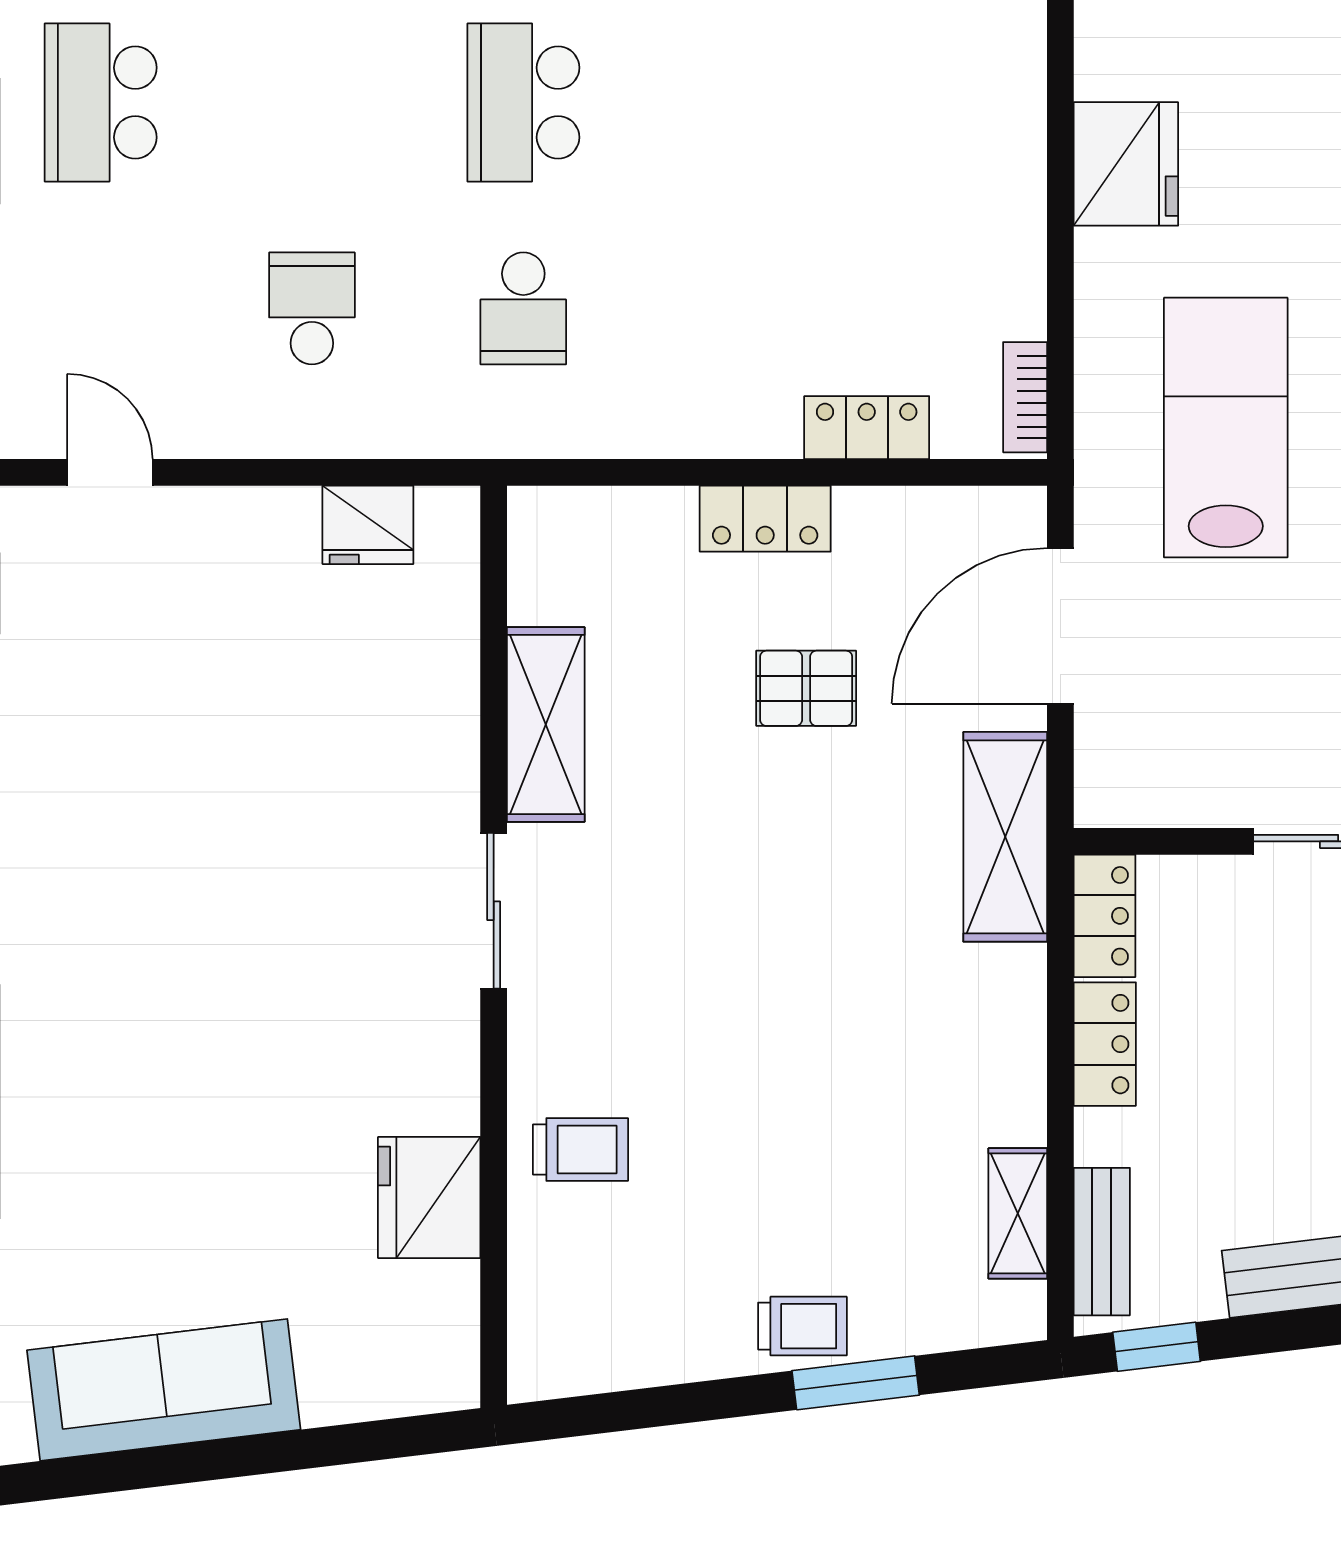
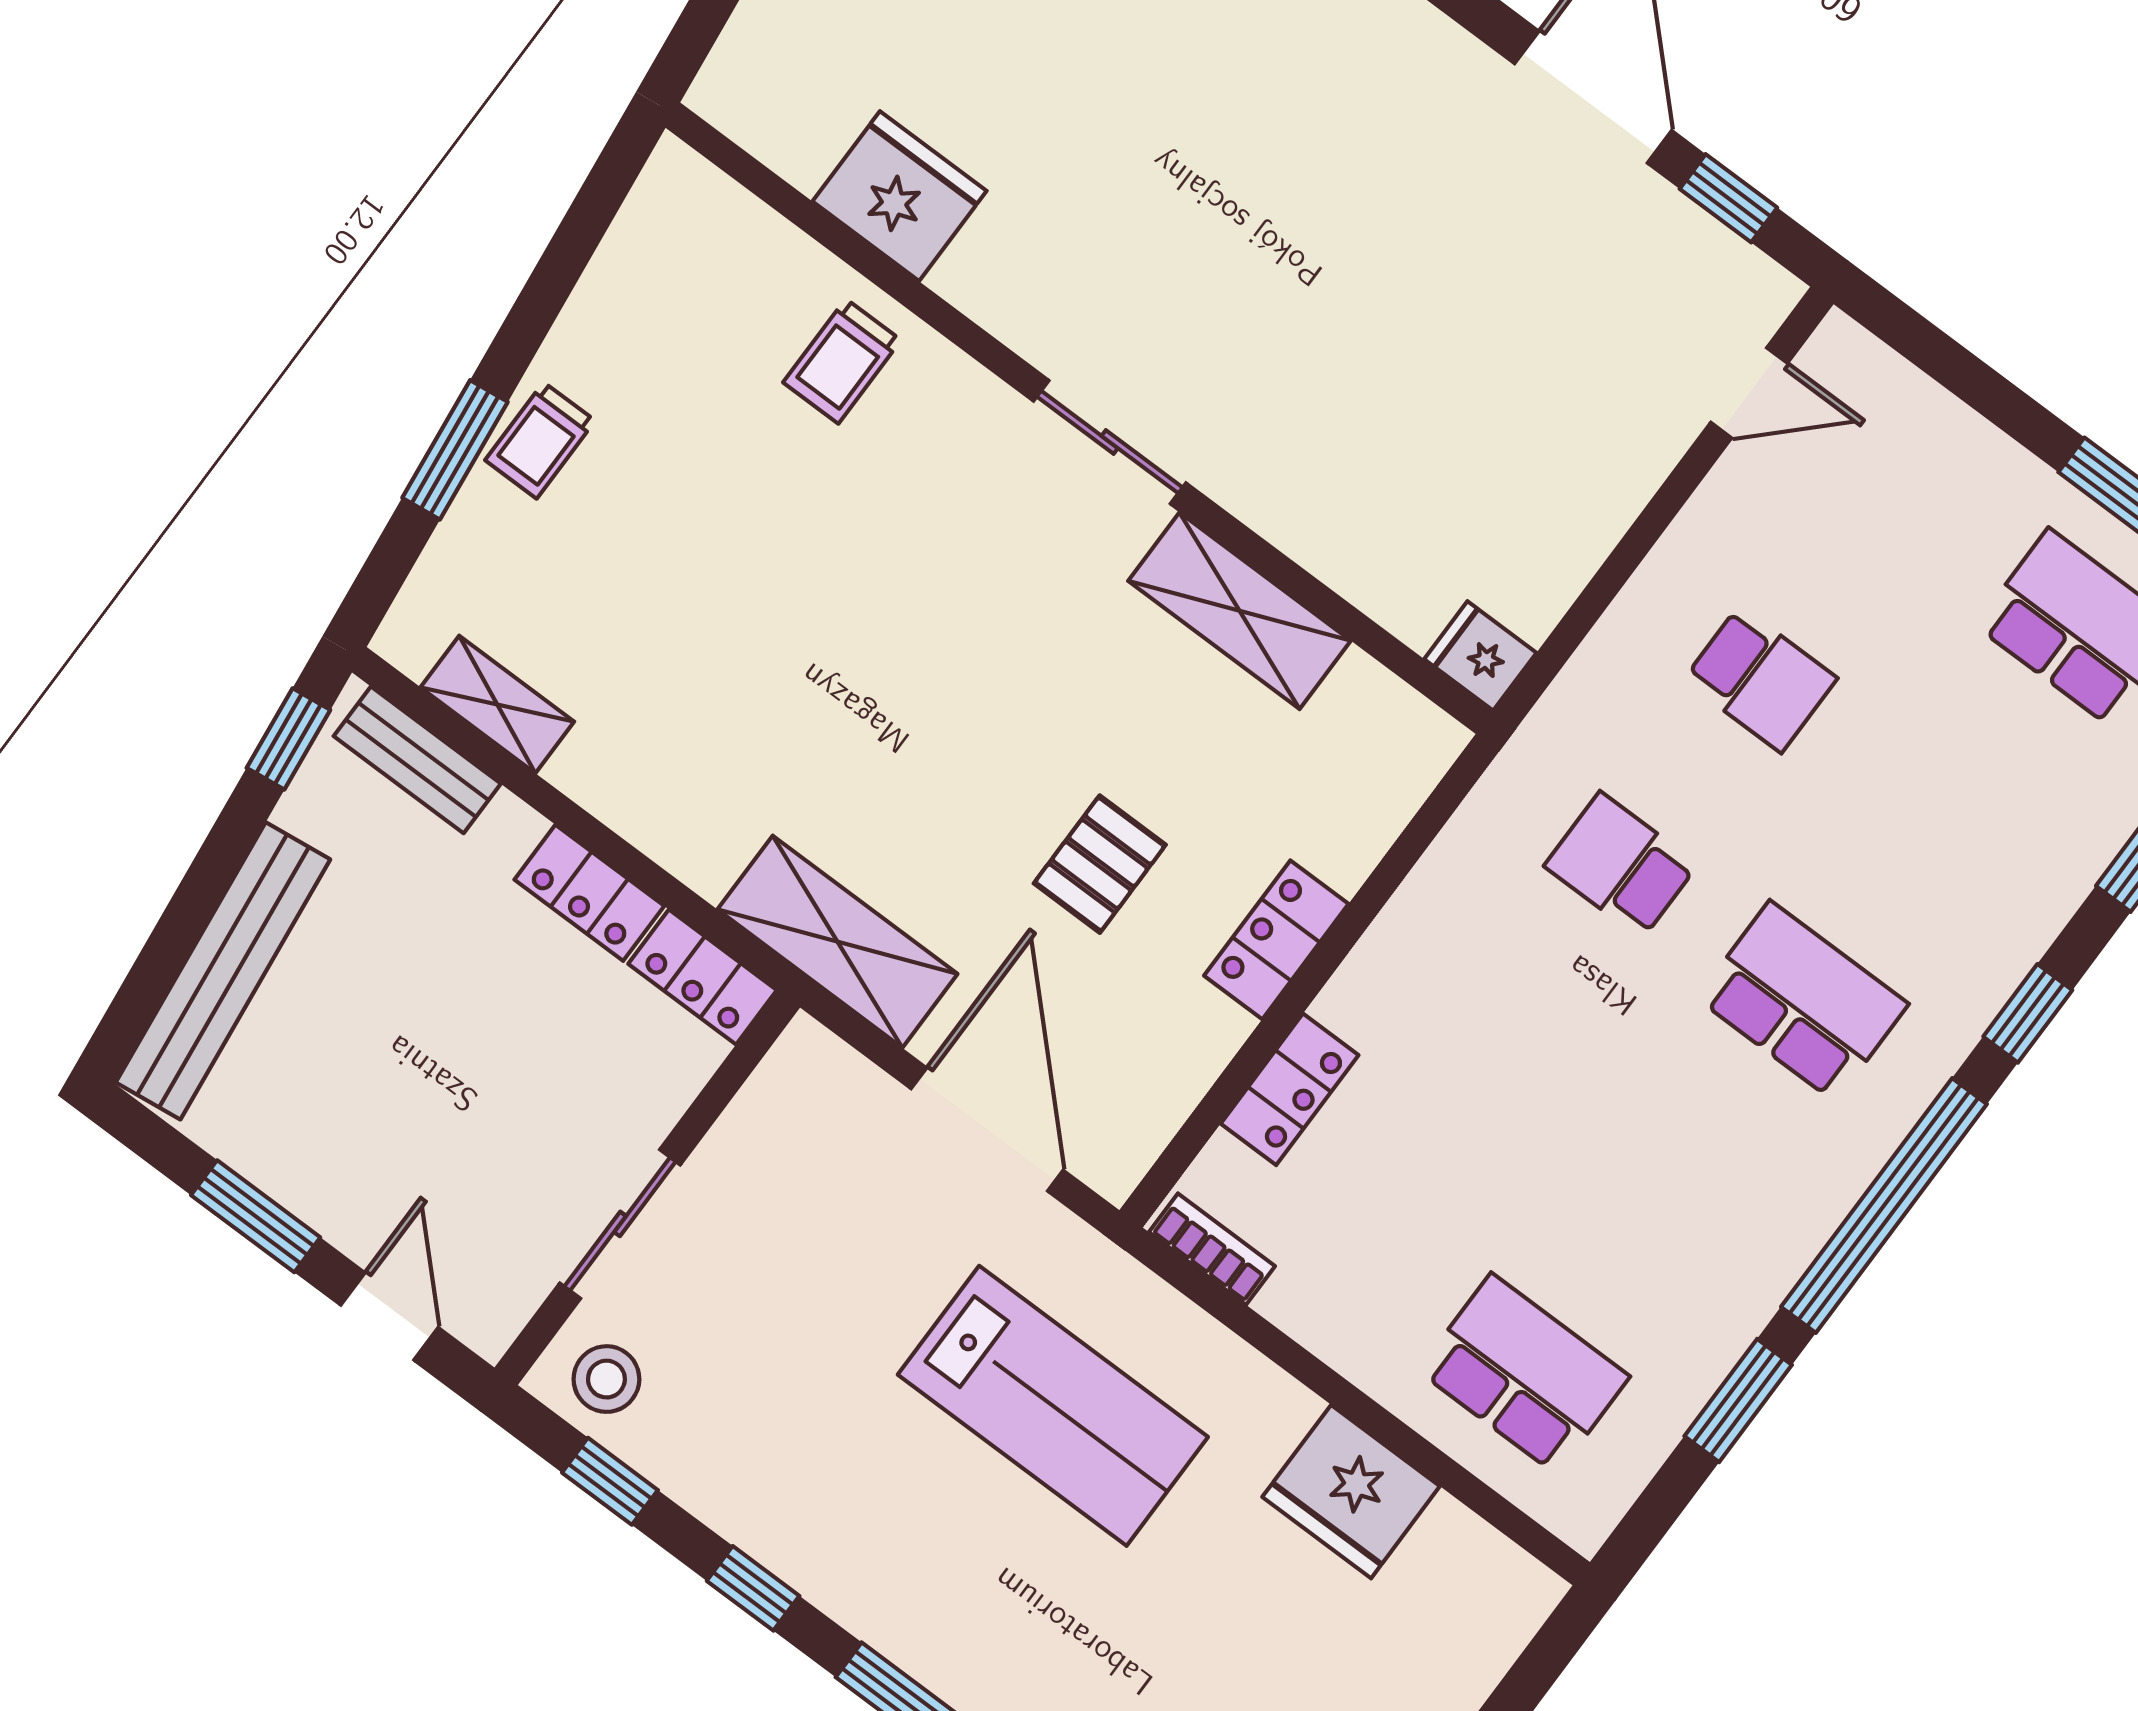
school desk: (946, 102) -> (1524, 1374), added
fridge: (368, 525) -> (1480, 656), moved, width x0.72

